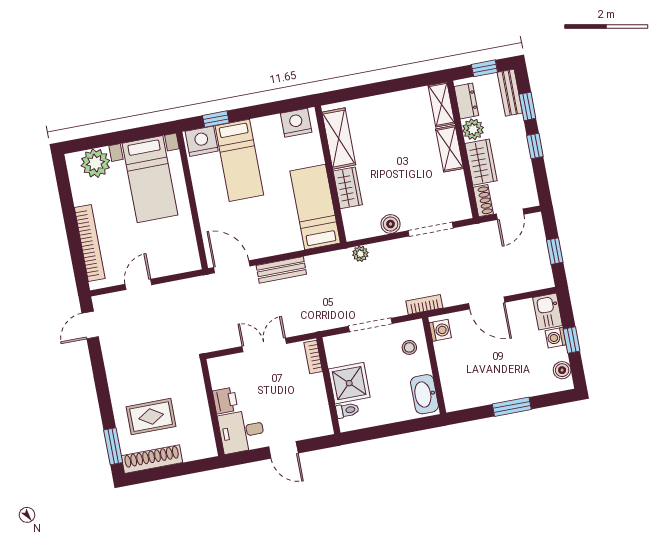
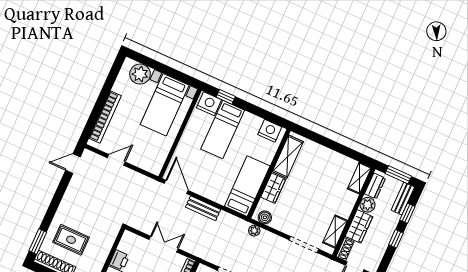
window: (484, 68) -> (398, 175), width x1.50
shelving: (449, 149) -> (335, 232), moved
boiler: (391, 224) -> (265, 217), moved

